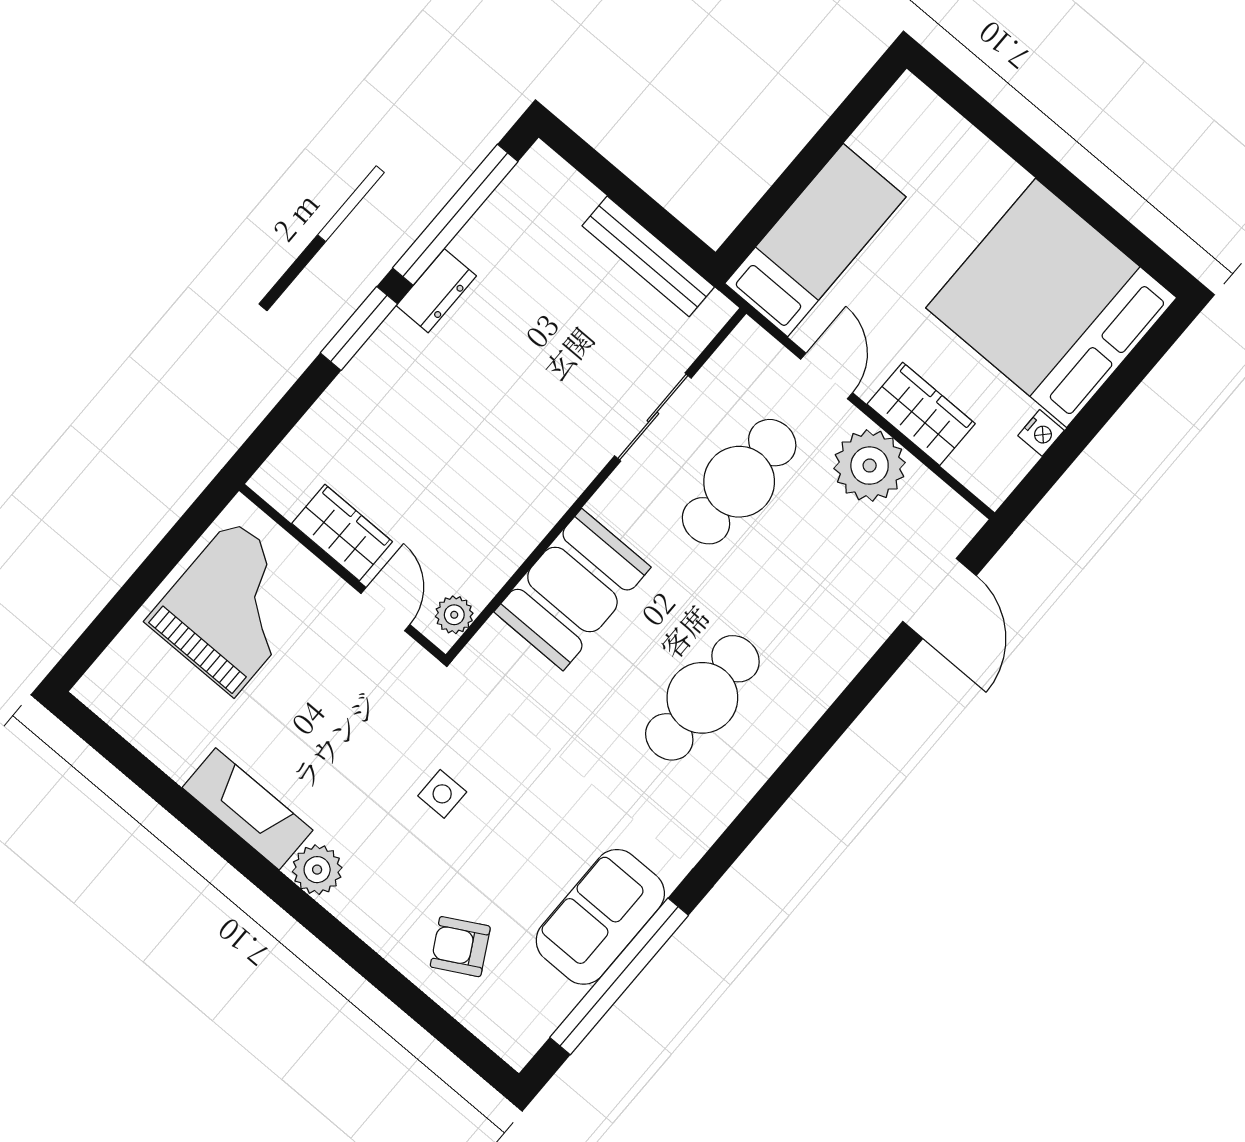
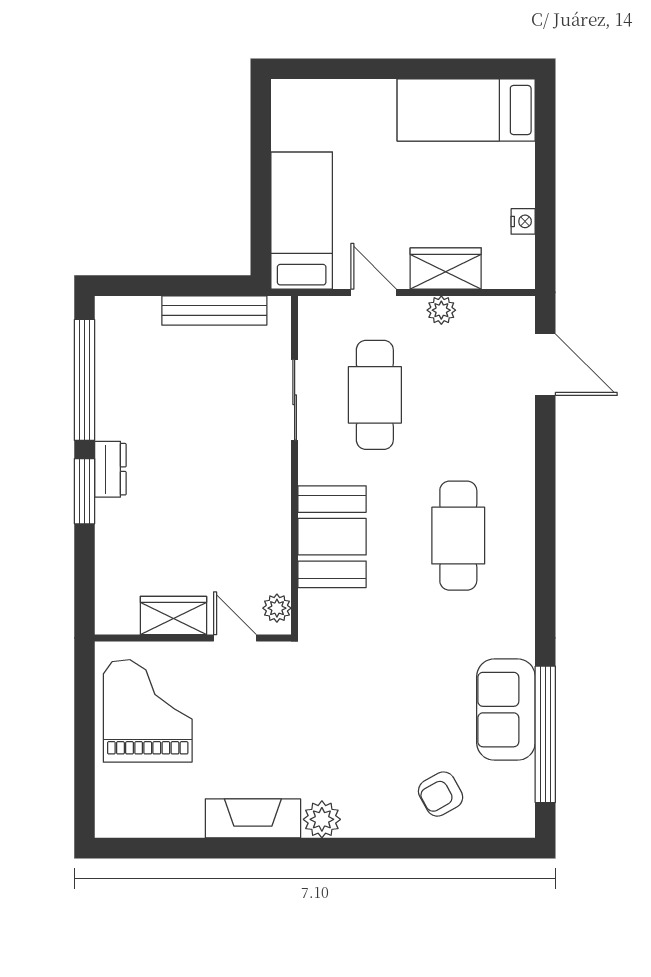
dresser: (436, 291) -> (110, 469), moved
bed: (1051, 303) -> (466, 110), width x0.49
plant: (870, 466) -> (441, 310), width x0.53, depth x0.53
side table: (442, 794) -> (357, 716), removed

